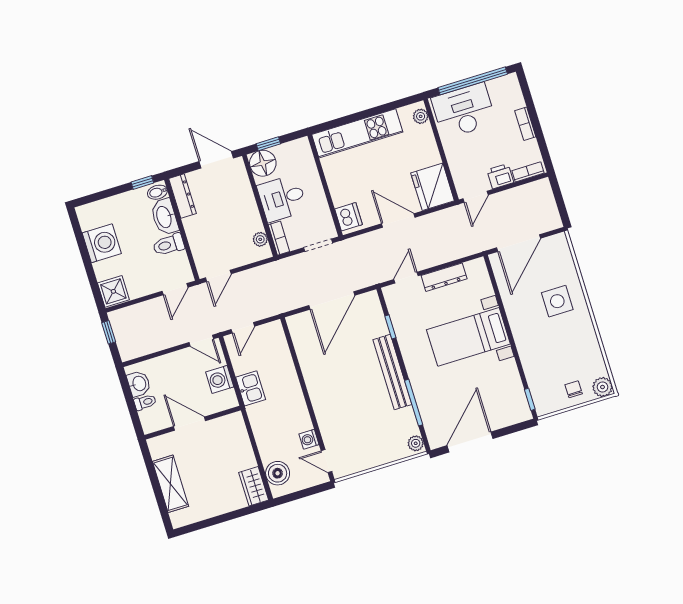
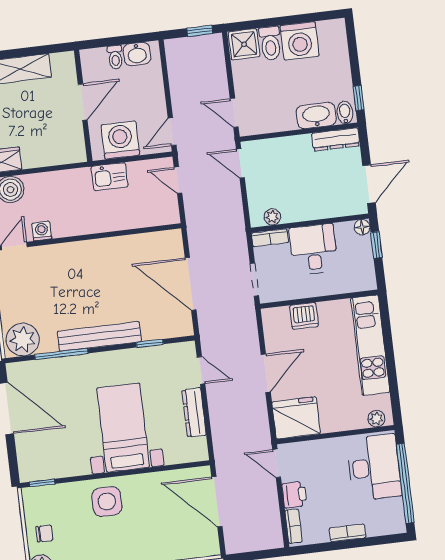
floor lamp: (263, 163) -> (362, 227), width x0.53, depth x0.53
dishwasher: (349, 217) -> (304, 316), moved
toilet: (169, 245) -> (270, 43), moved, turned 180
side table: (557, 301) -> (107, 501), moved
washing machine: (220, 379) -> (120, 140), width x1.37, depth x1.37
plant: (416, 443) -> (23, 340), width x1.88, depth x1.88

